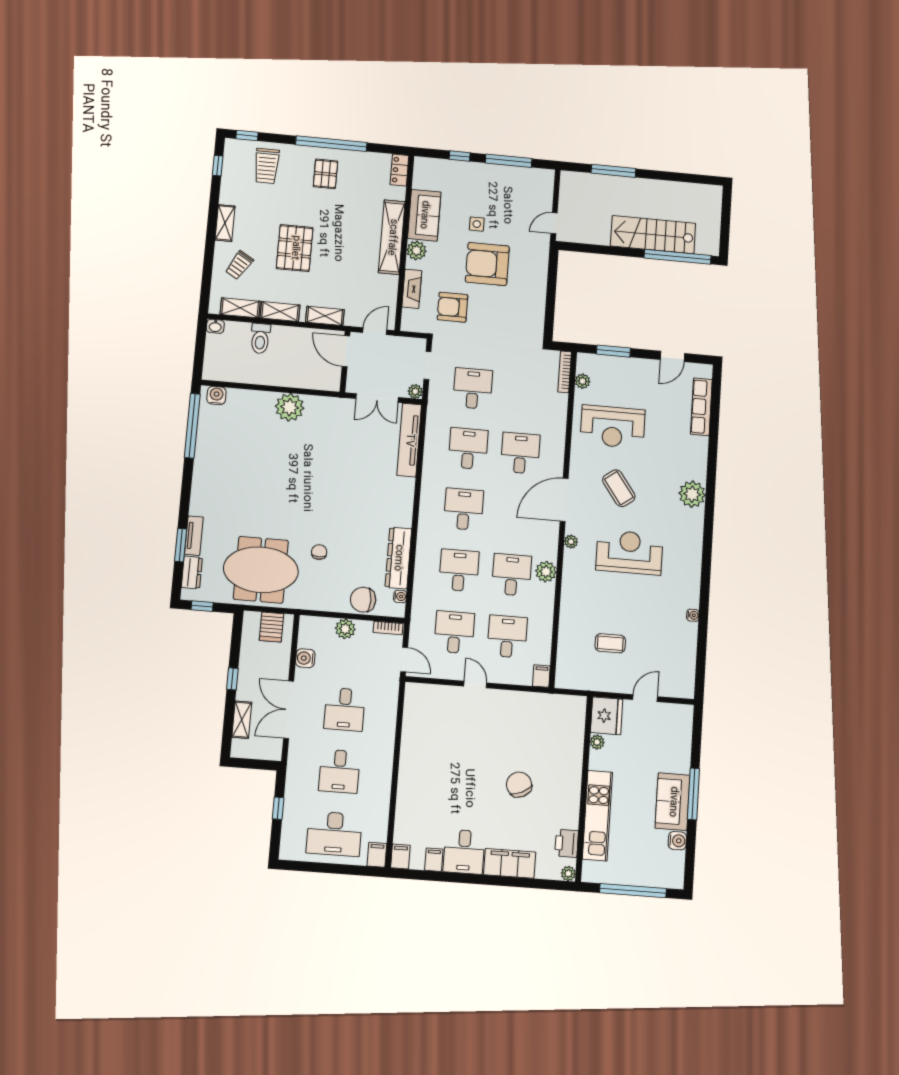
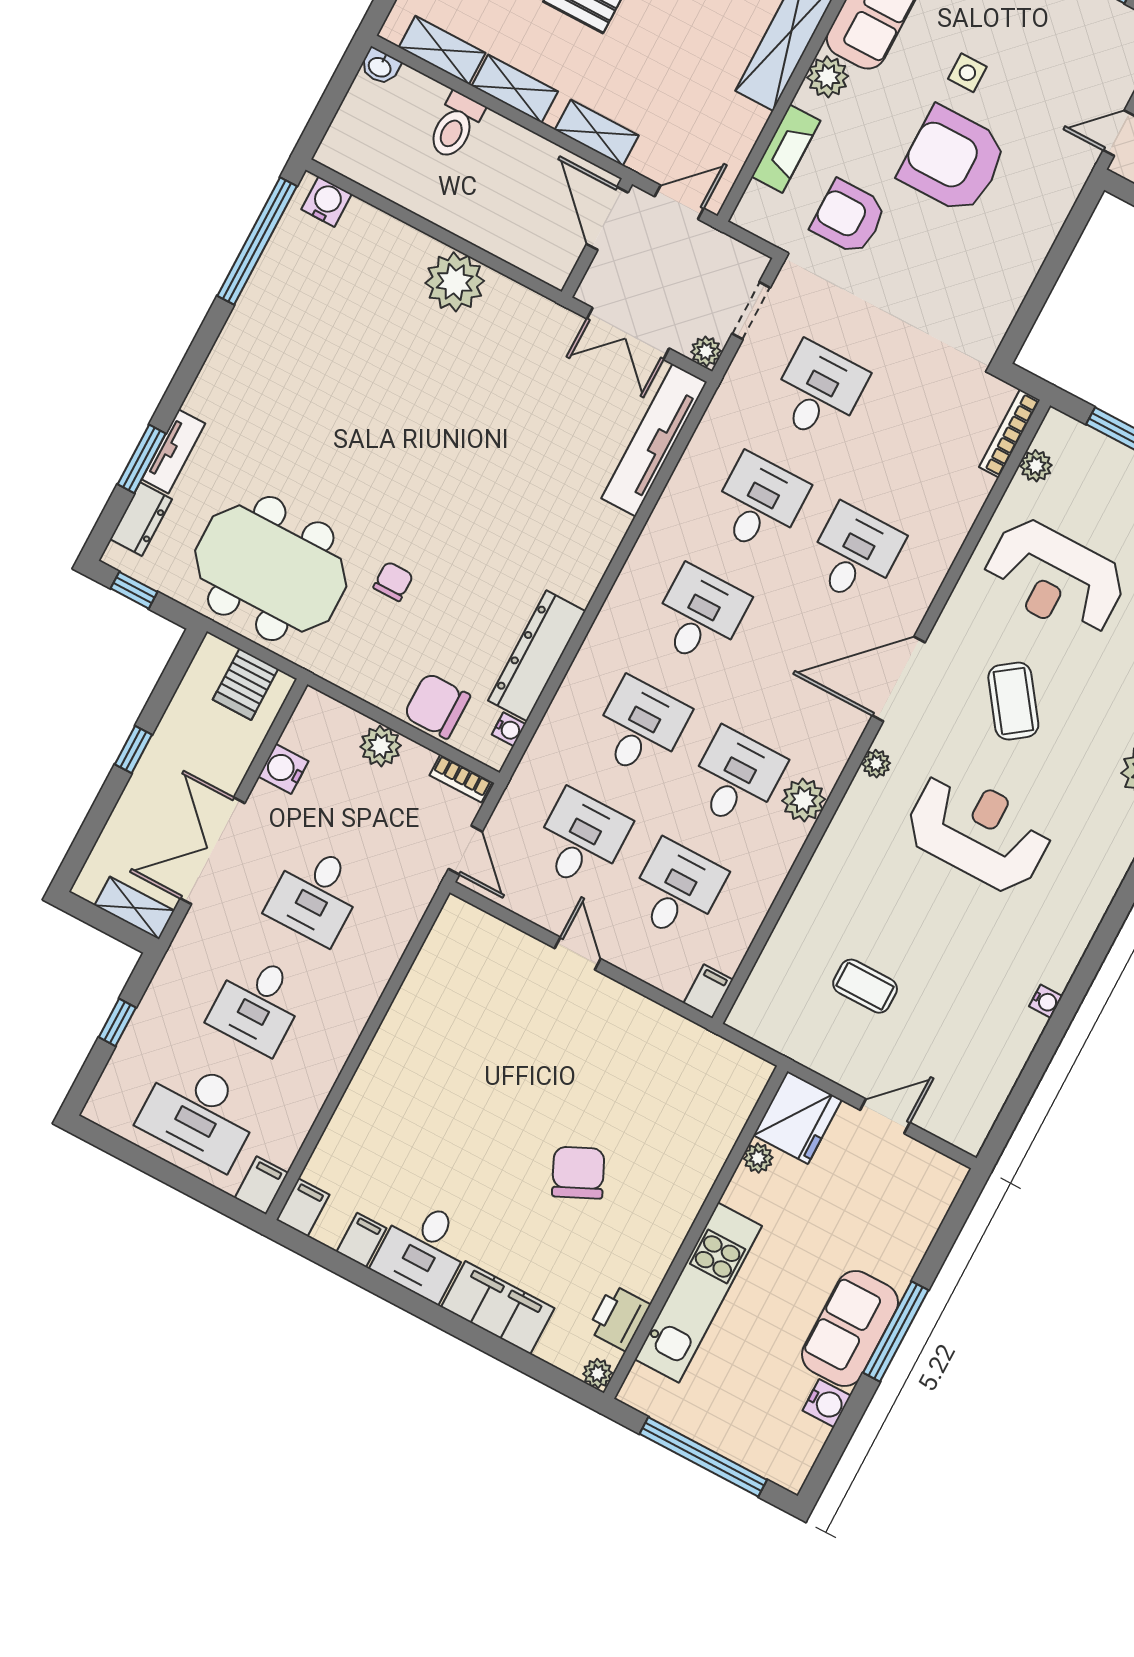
shelving: (242, 720) -> (134, 908), moved, turned 90

